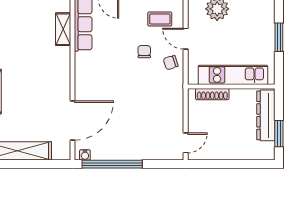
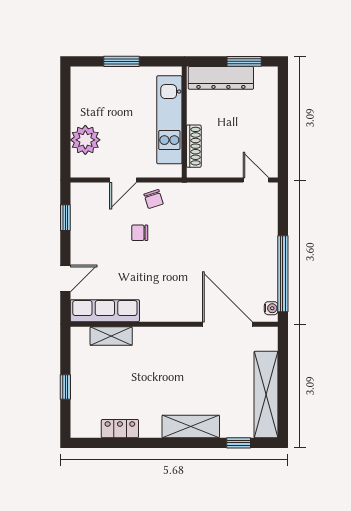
coffee table: (160, 19) -> (98, 213), removed

